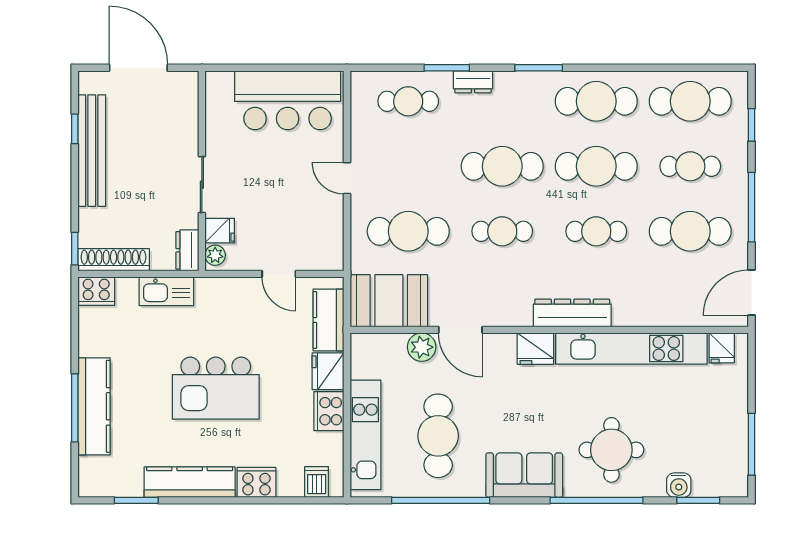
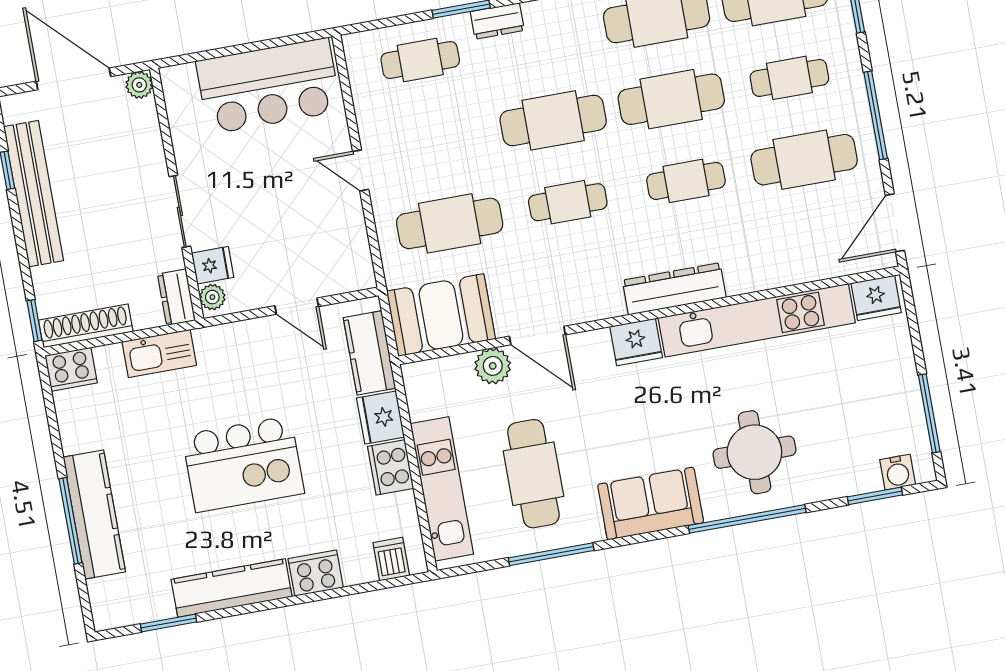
plant: (188, 81) -> (139, 85), added
fridge: (722, 348) -> (876, 298), width x1.38
water cooler: (679, 485) -> (898, 472), moved
window: (441, 500) -> (551, 554), width x0.68

